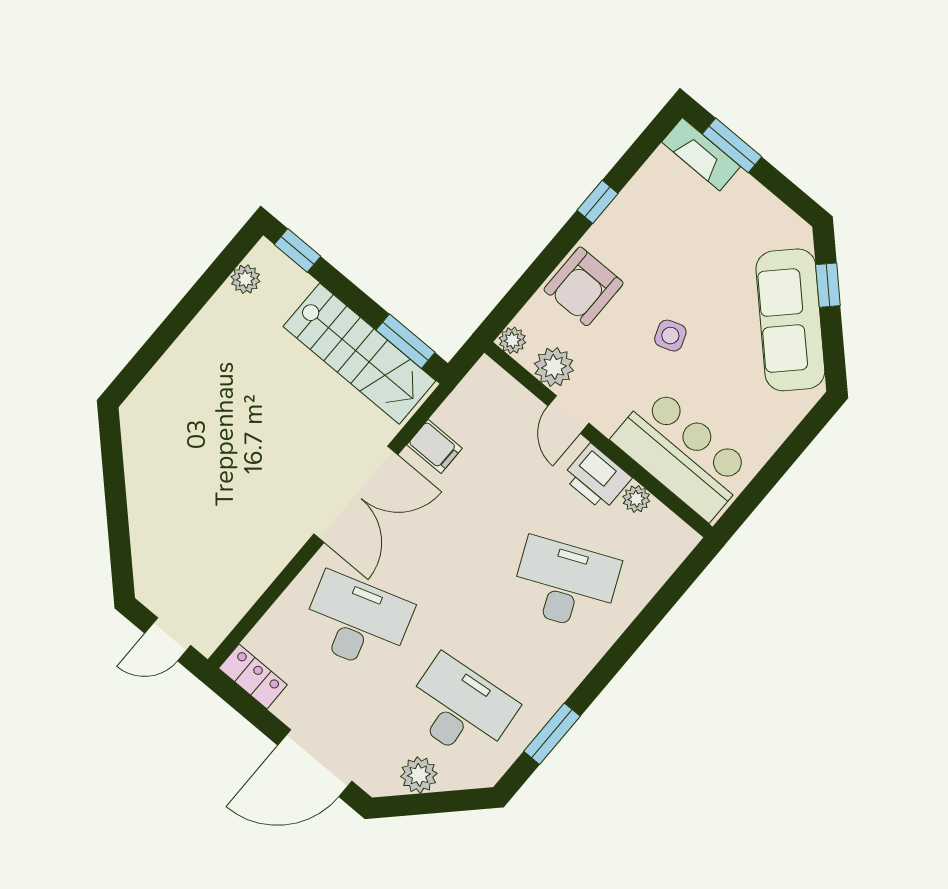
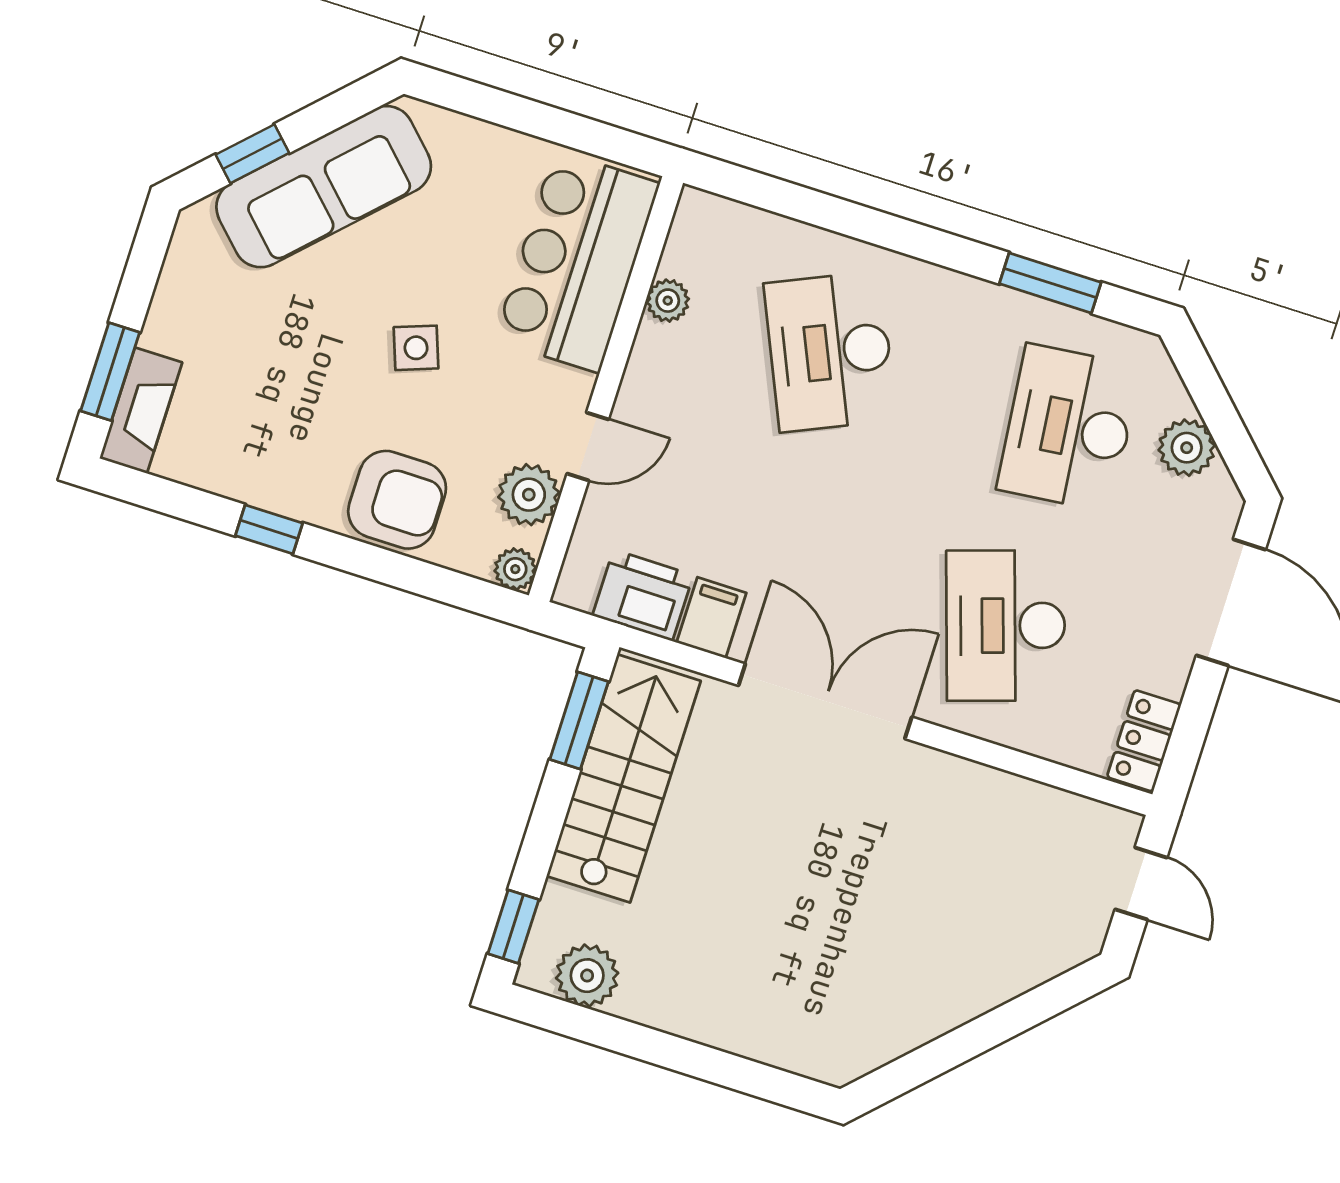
plant: (246, 279) -> (587, 976), width x1.38, depth x1.38
printer: (597, 477) -> (643, 595), moved, turned -90

